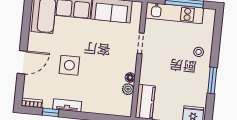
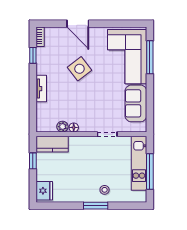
side table: (69, 65) -> (79, 69), turned -38
window: (212, 80) -> (96, 206), moved
tv unit: (67, 105) -> (41, 89), moved

